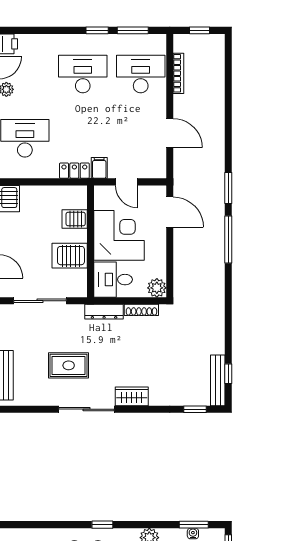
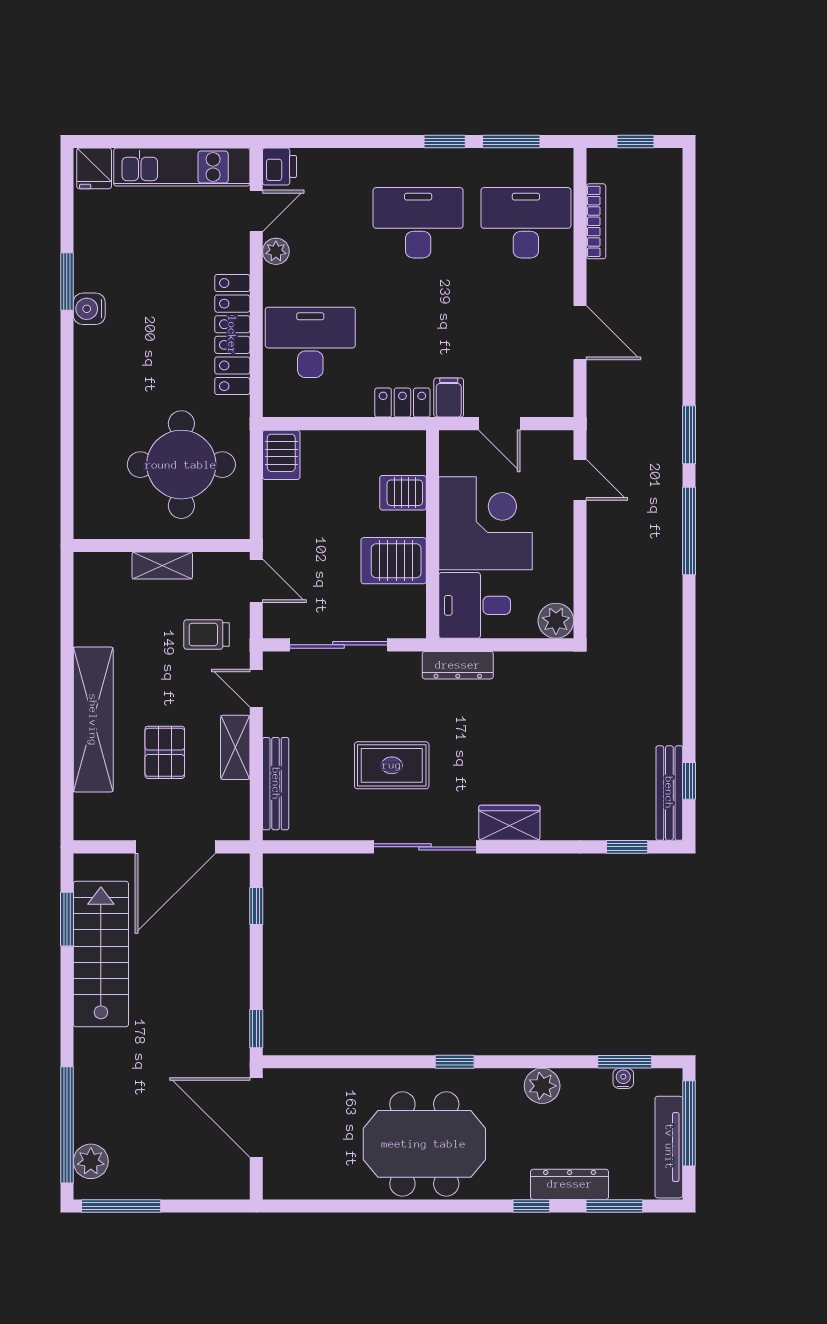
door: (170, 212) -> (580, 480), width x0.73
shoe rack: (141, 310) -> (527, 662), removed

